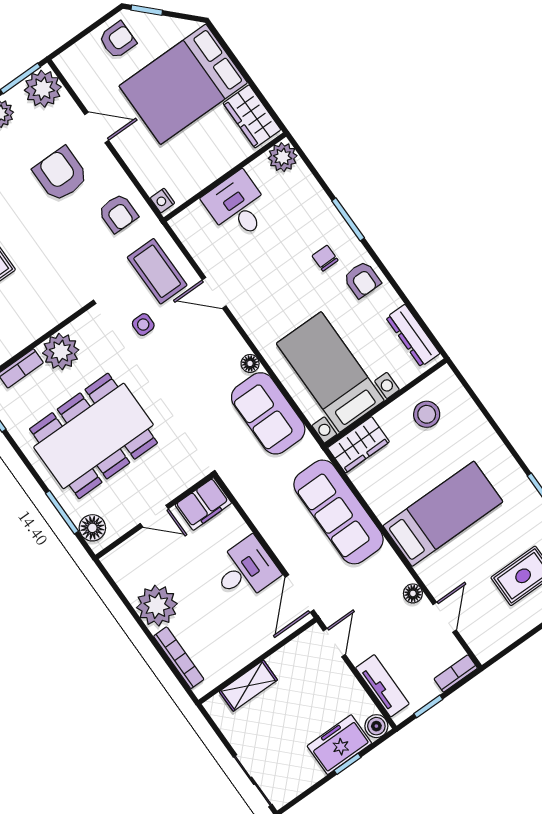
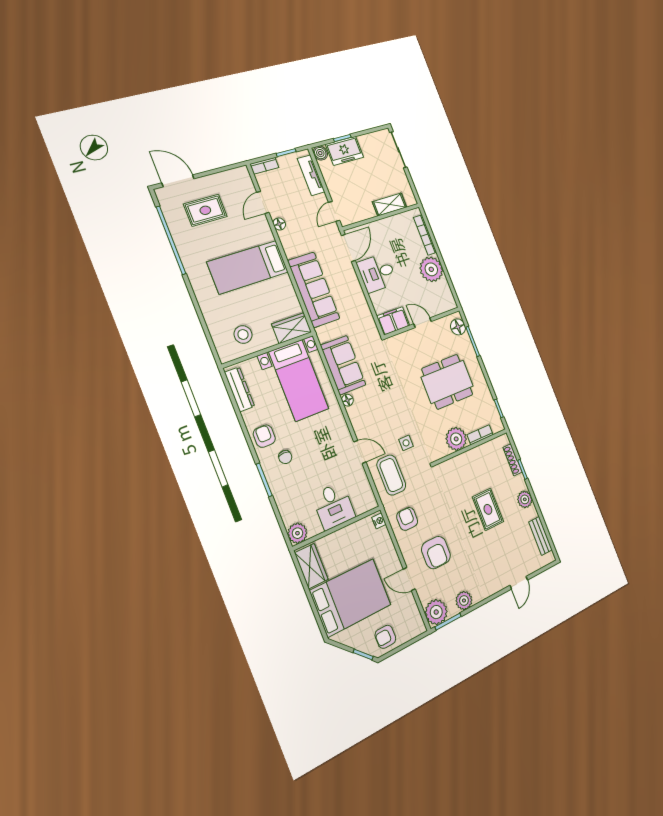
dining table: (93, 436) -> (447, 382), width x0.73, depth x0.80

